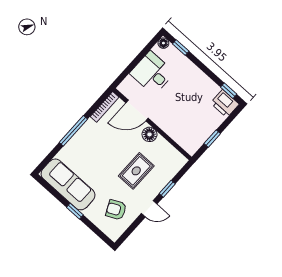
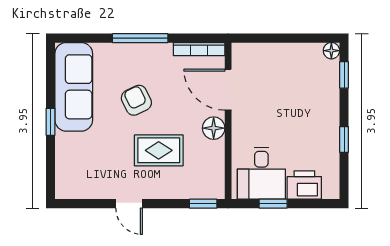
desk: (152, 73) -> (261, 173), moved, turned 180
window: (229, 91) -> (344, 139), moved
printer: (225, 104) -> (304, 185), moved, turned 90
window: (167, 189) -> (203, 204), moved
armchair: (116, 210) -> (136, 100), moved

